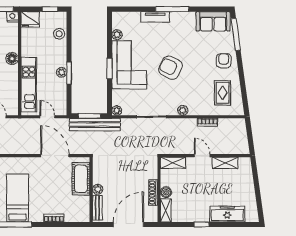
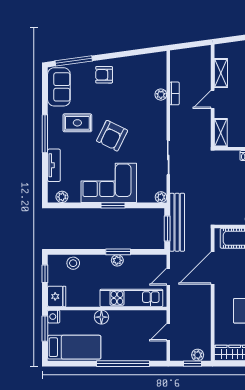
tv unit: (155, 17) -> (54, 165), moved
plant: (117, 35) -> (62, 197), moved
rug: (222, 93) -> (77, 123), moved
plant: (183, 110) -> (161, 95), moved

